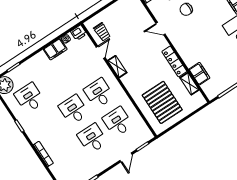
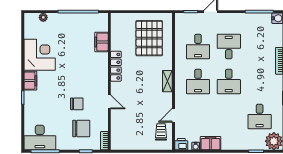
shelving: (117, 67) -> (167, 81), moved
shelving: (189, 84) -> (116, 39), removed
desk: (92, 138) -> (229, 47), turned 180

